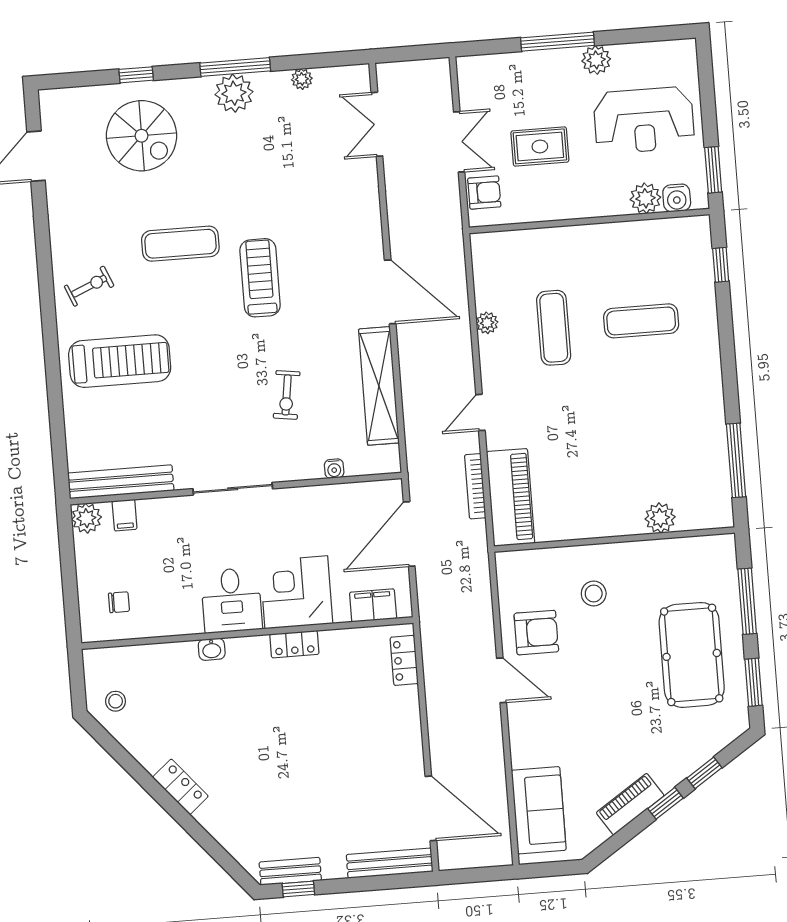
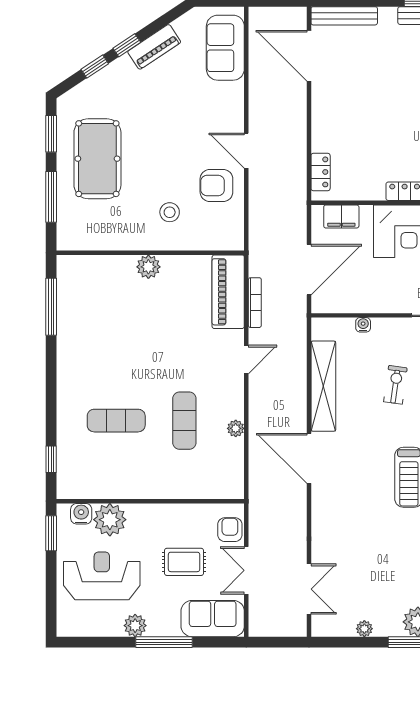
sofa: (497, 77) -> (213, 619), added
armchair: (484, 193) -> (230, 530), turned 90
plant: (645, 198) -> (110, 520), width x1.36, depth x1.36
plant: (660, 518) -> (148, 267), moved

